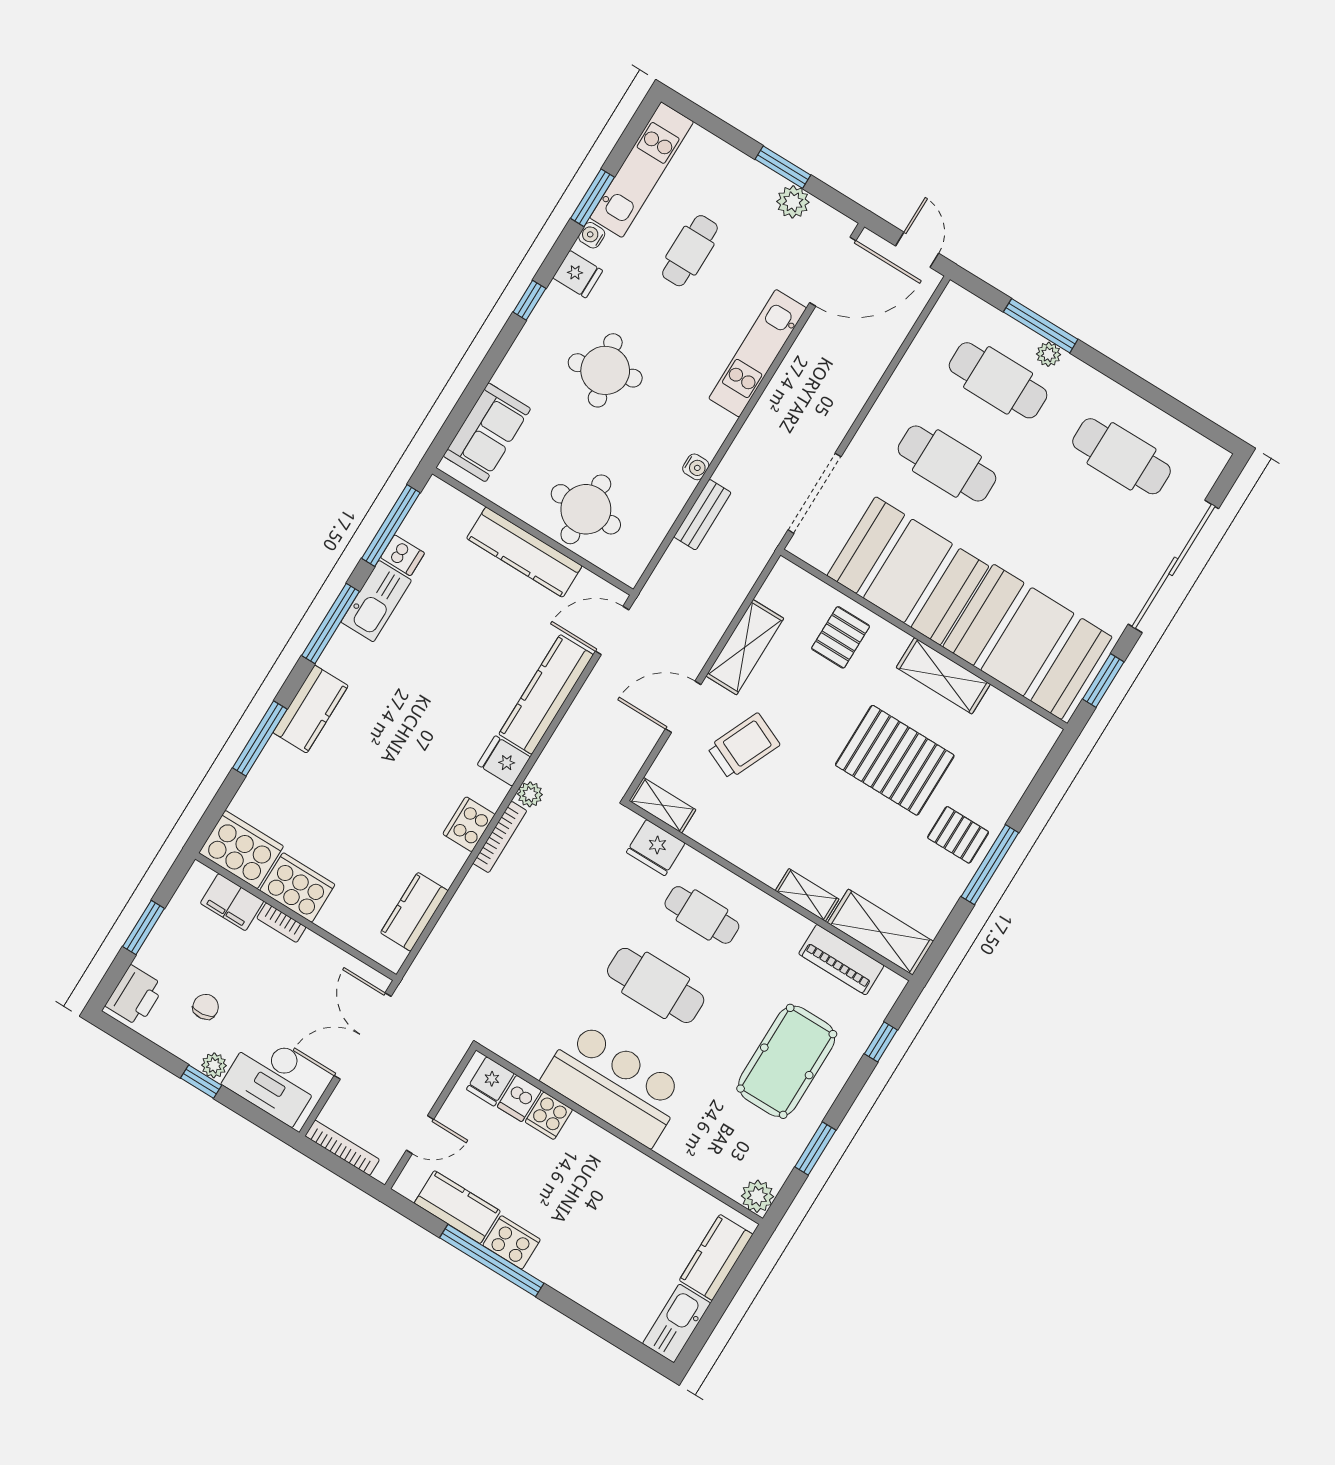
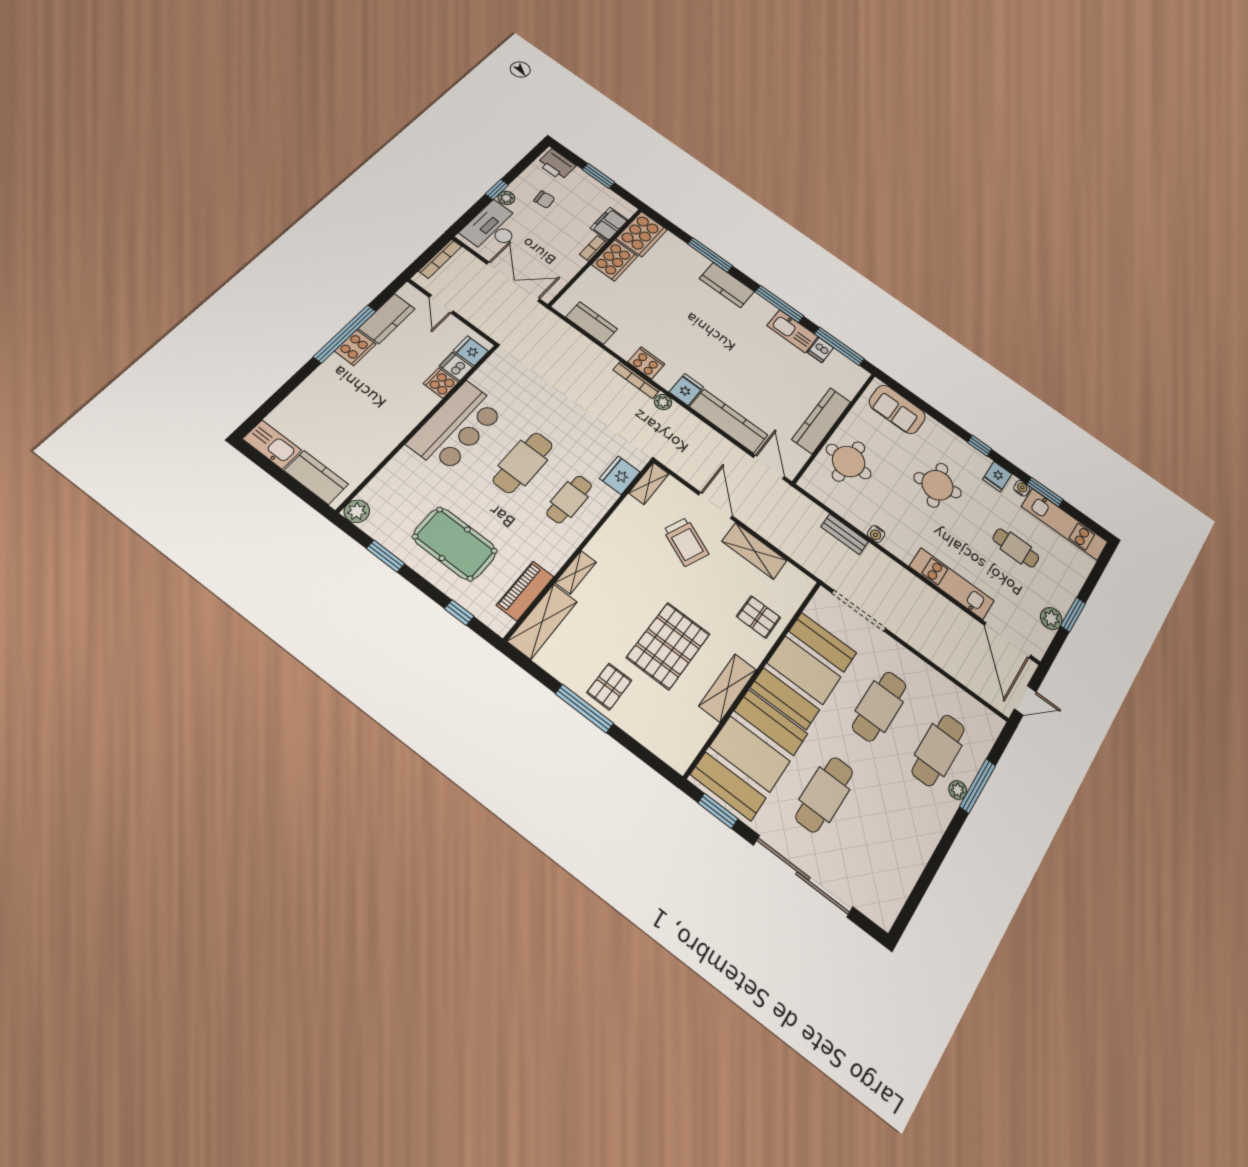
cafe table: (1122, 456) -> (824, 794), moved

